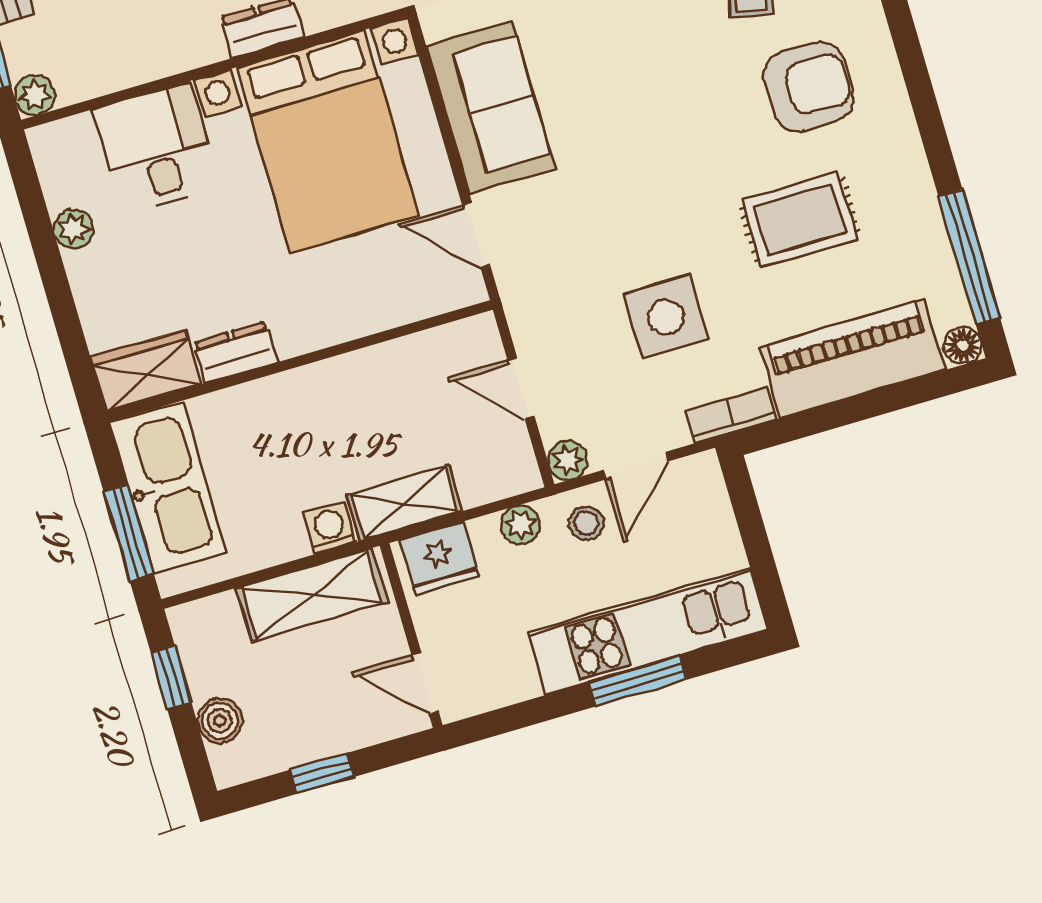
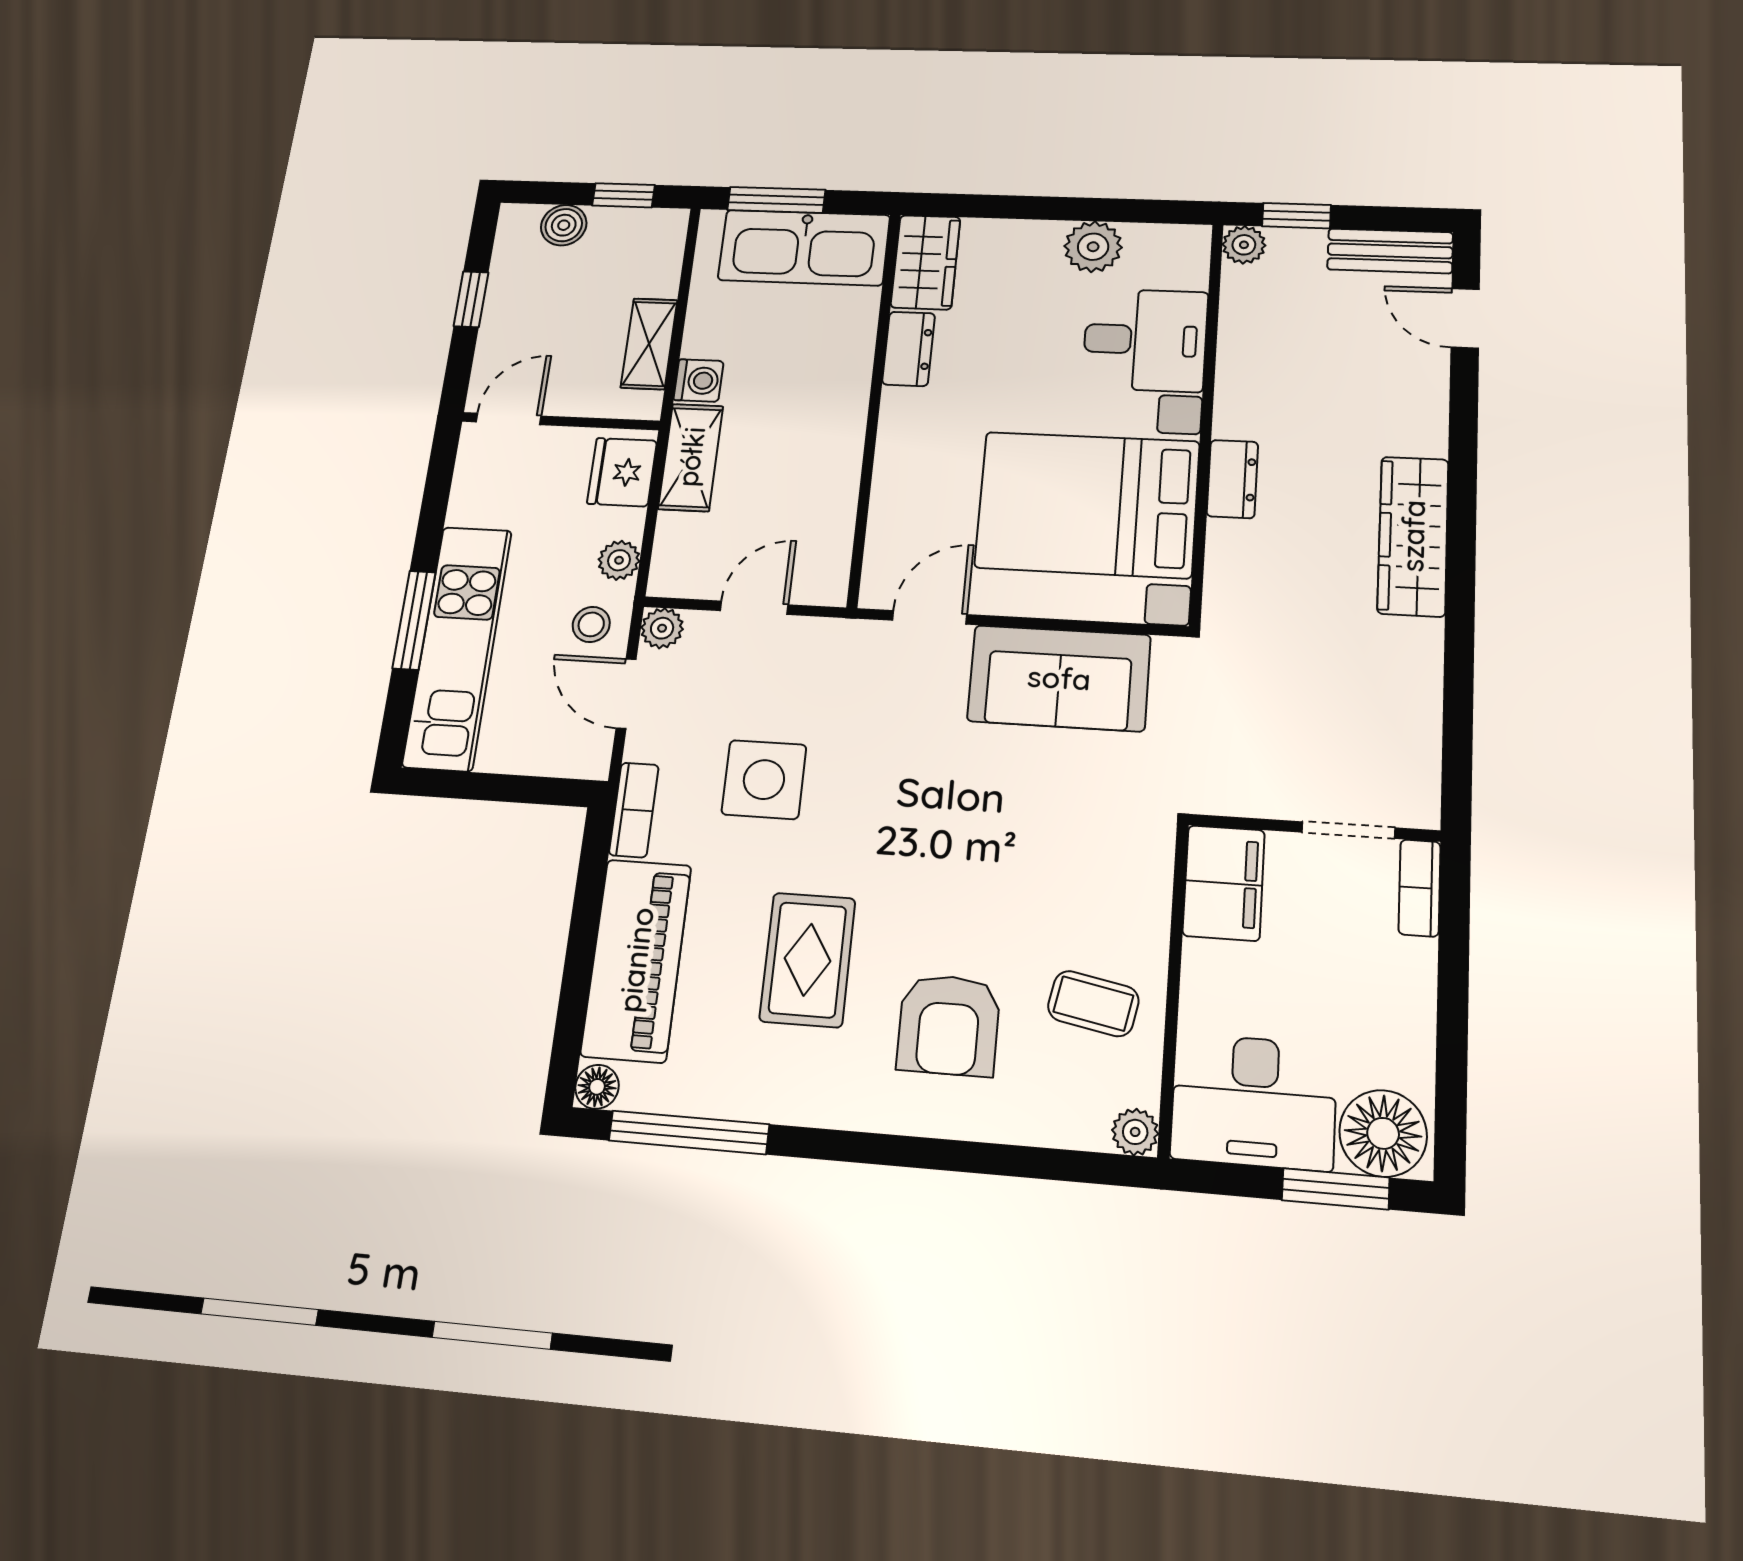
plant: (73, 229) -> (1093, 247), width x1.38, depth x1.38
shelving: (312, 595) -> (649, 344), width x0.67, depth x0.75

